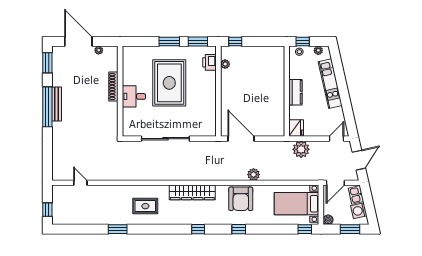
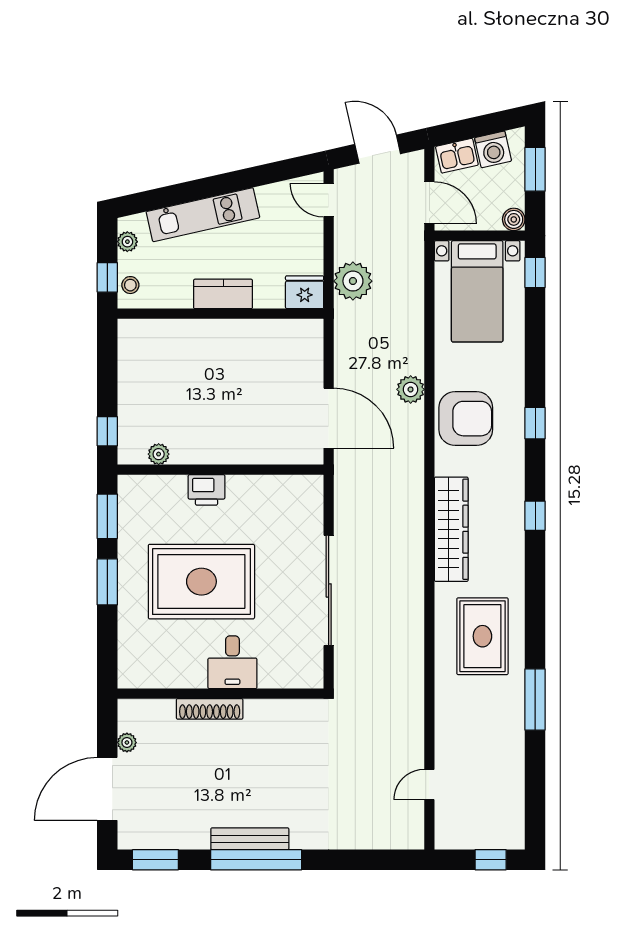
printer: (209, 62) -> (206, 490), moved
door: (241, 139) -> (329, 418), swing flipped
rug: (145, 206) -> (482, 636), width x1.36, depth x1.43
window: (118, 229) -> (535, 699), width x1.44

